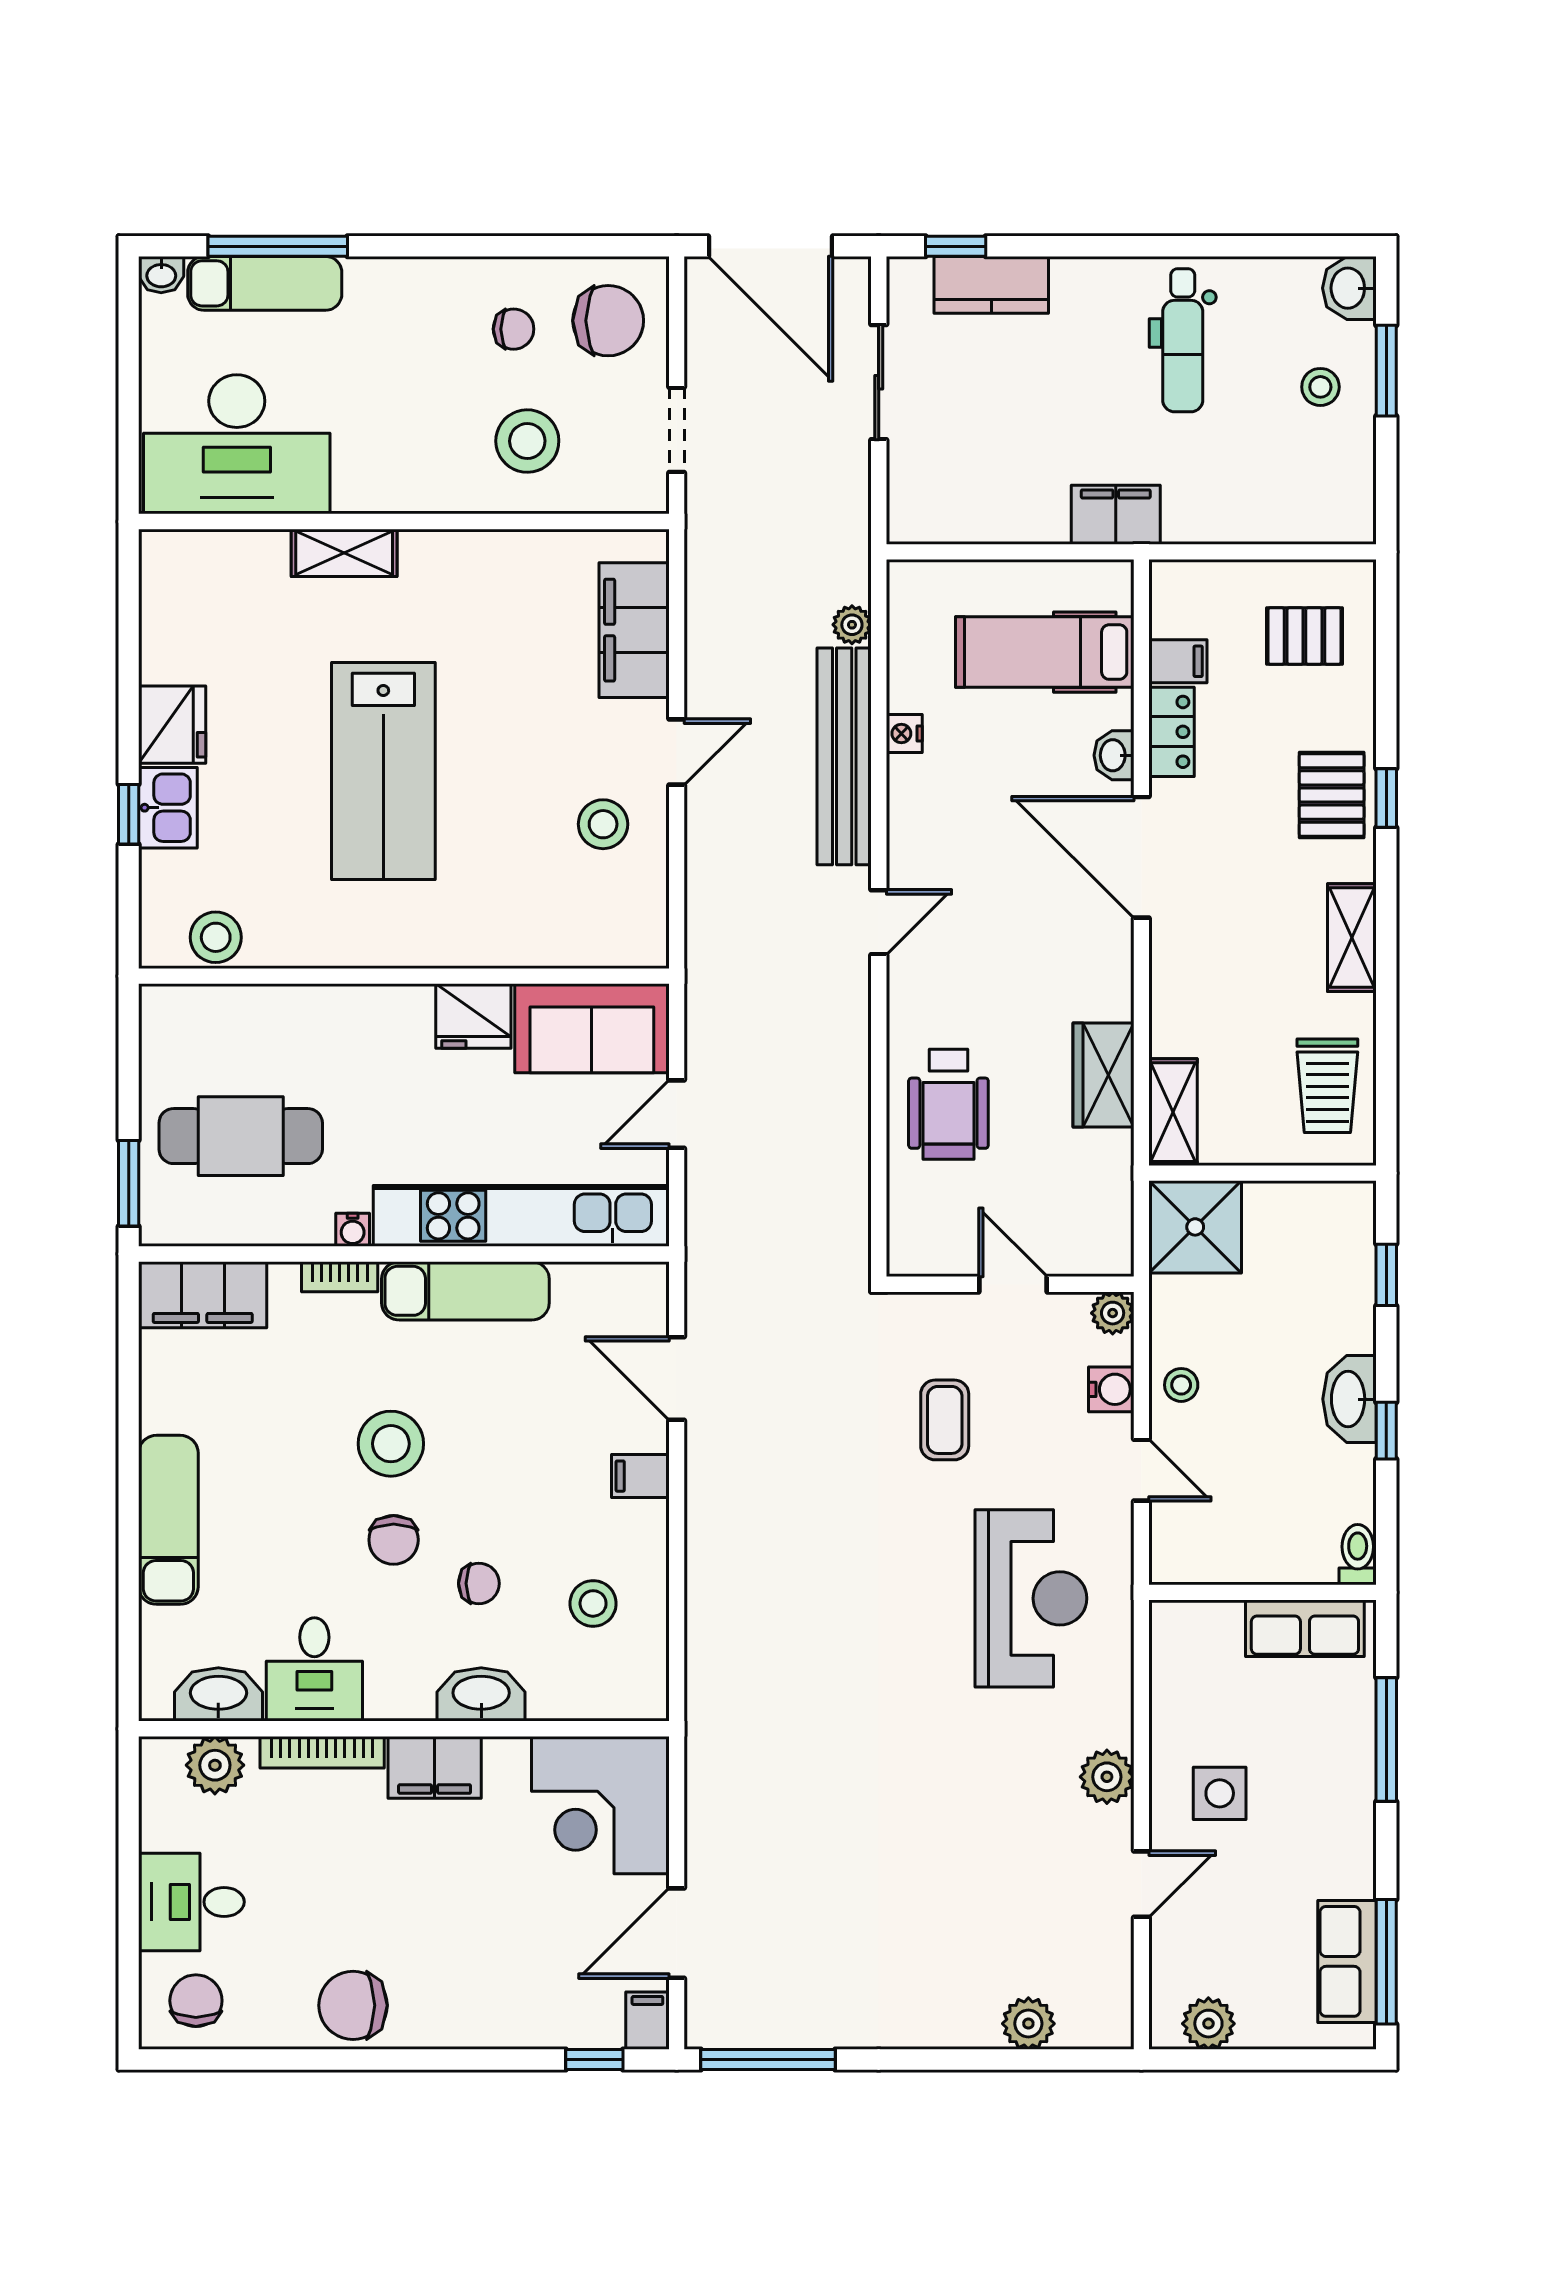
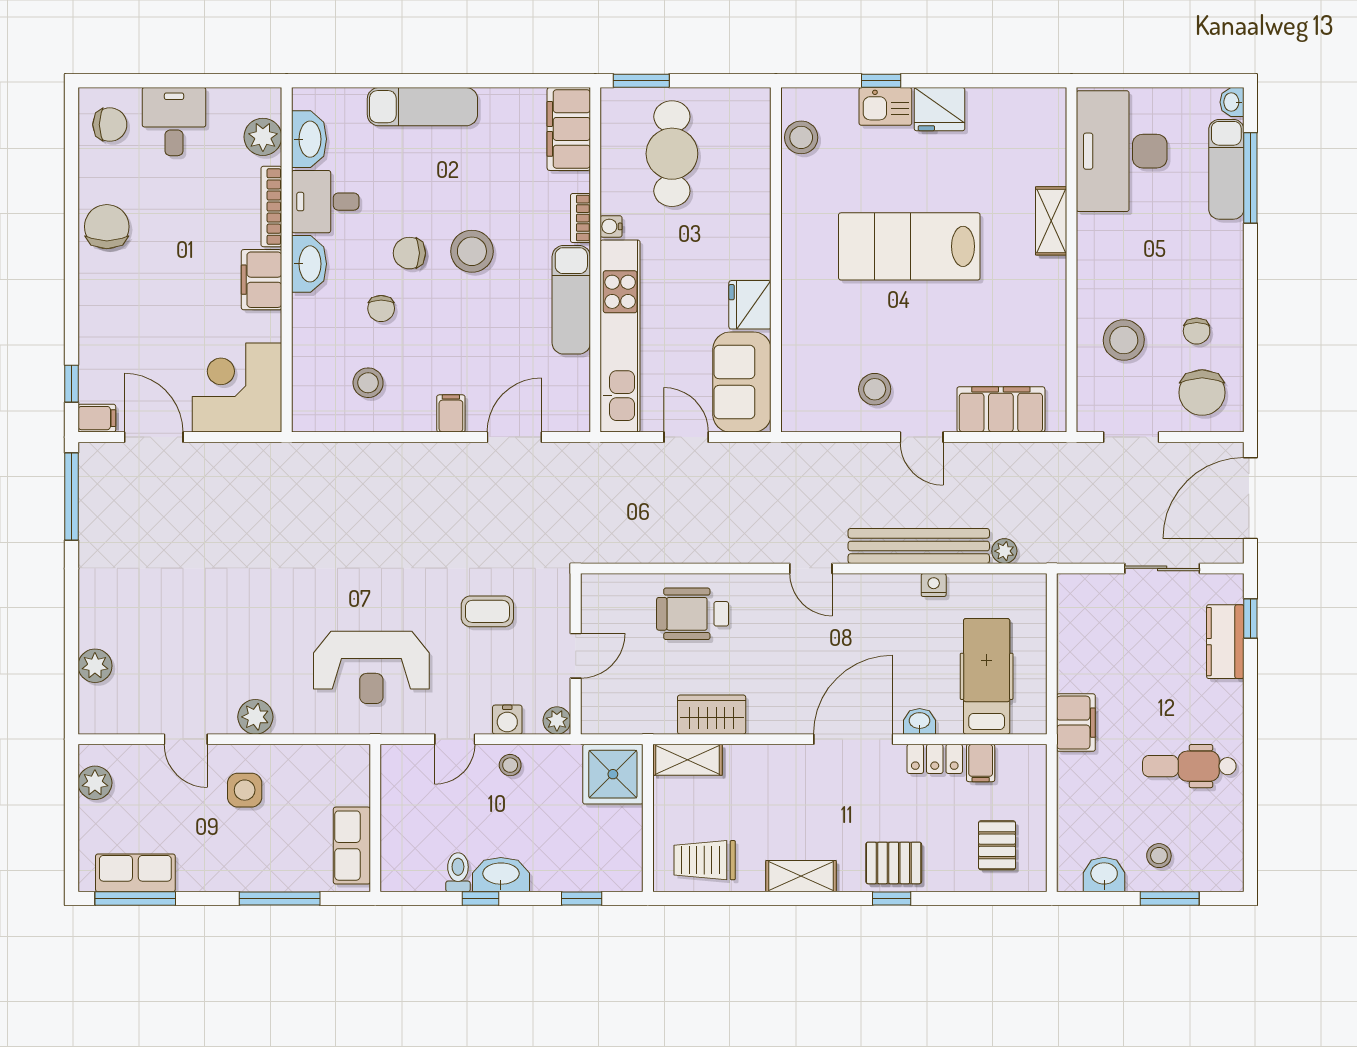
washbasin: (1349, 288) -> (1104, 874), moved
toilet: (1358, 1555) -> (458, 872), moved, turned -90
washbasin: (481, 1694) -> (309, 264), moved

